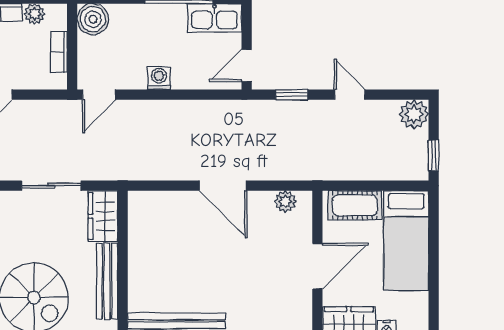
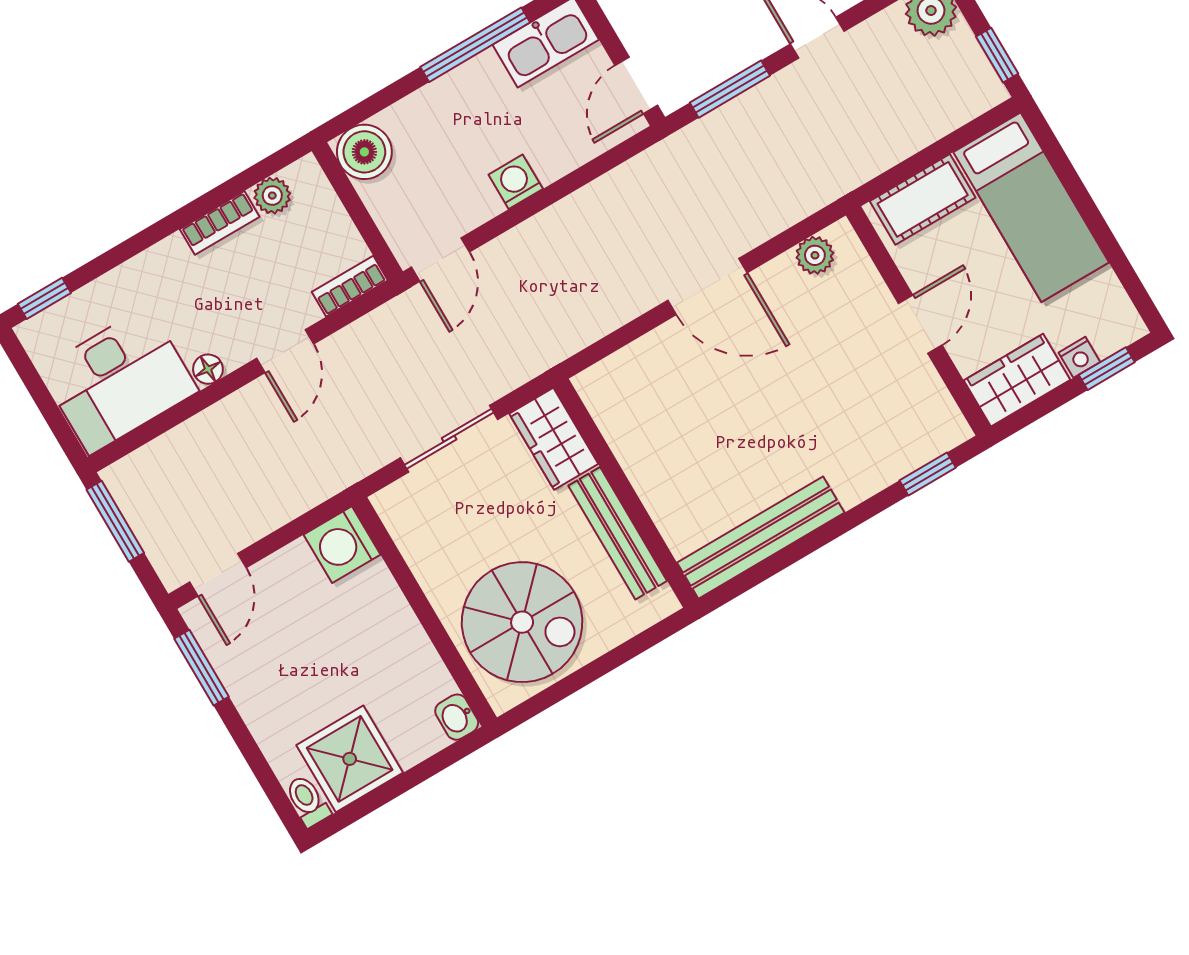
bookcase: (59, 52) -> (350, 286), moved, turned 90
window: (292, 95) -> (730, 89), width x1.50
door: (317, 266) -> (920, 324), width x0.73

